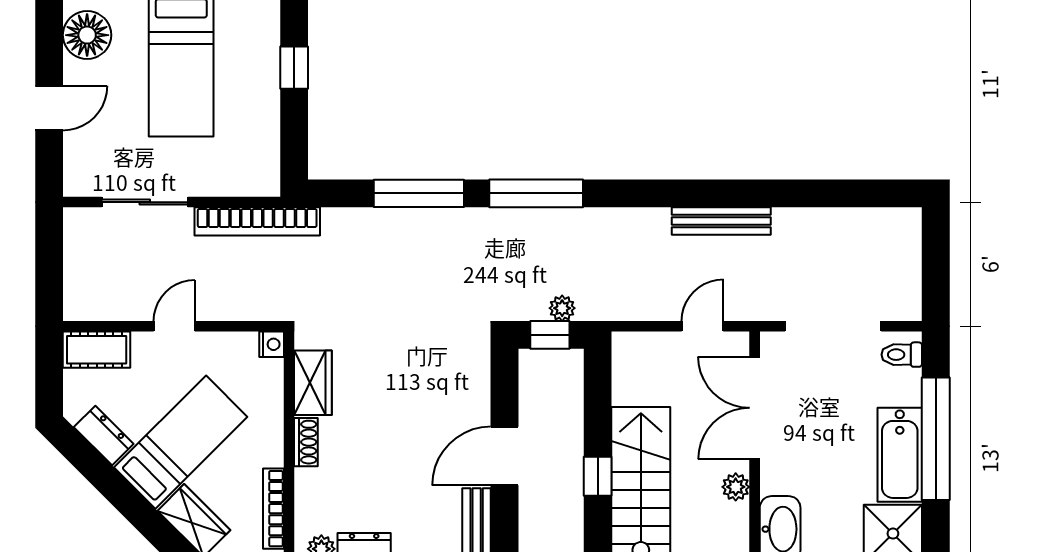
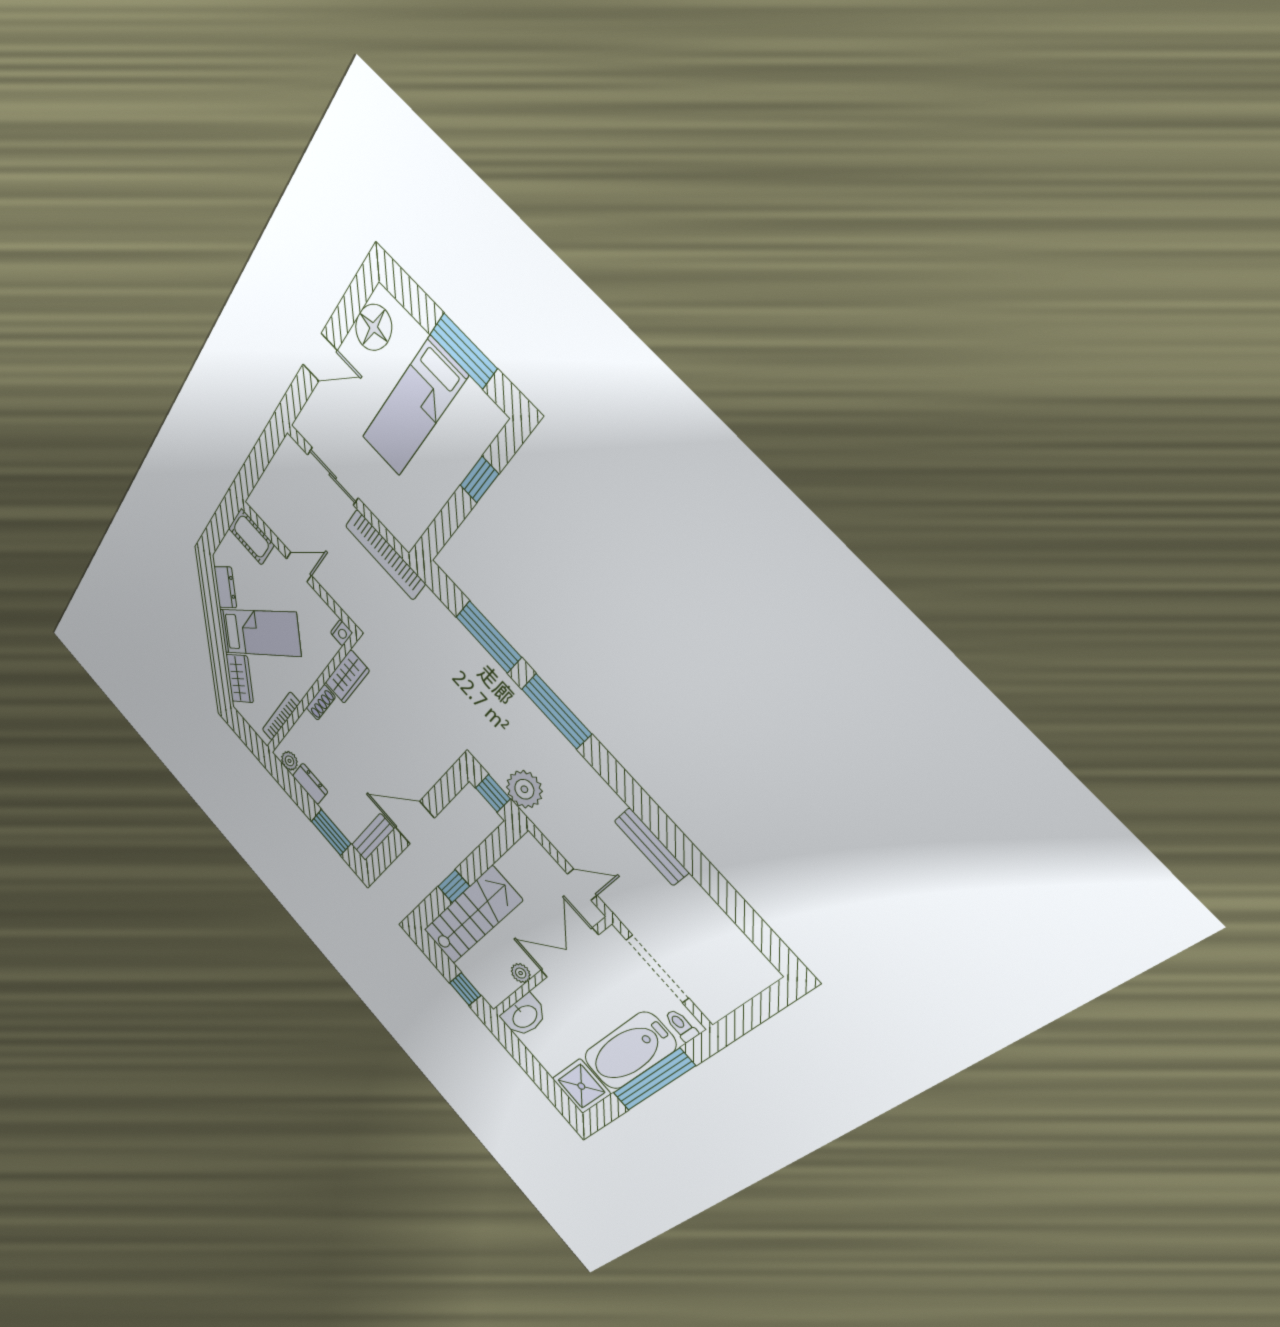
plant: (562, 308) -> (524, 789), width x1.88, depth x1.88
bathtub: (900, 455) -> (630, 1051), width x1.36, depth x1.36

